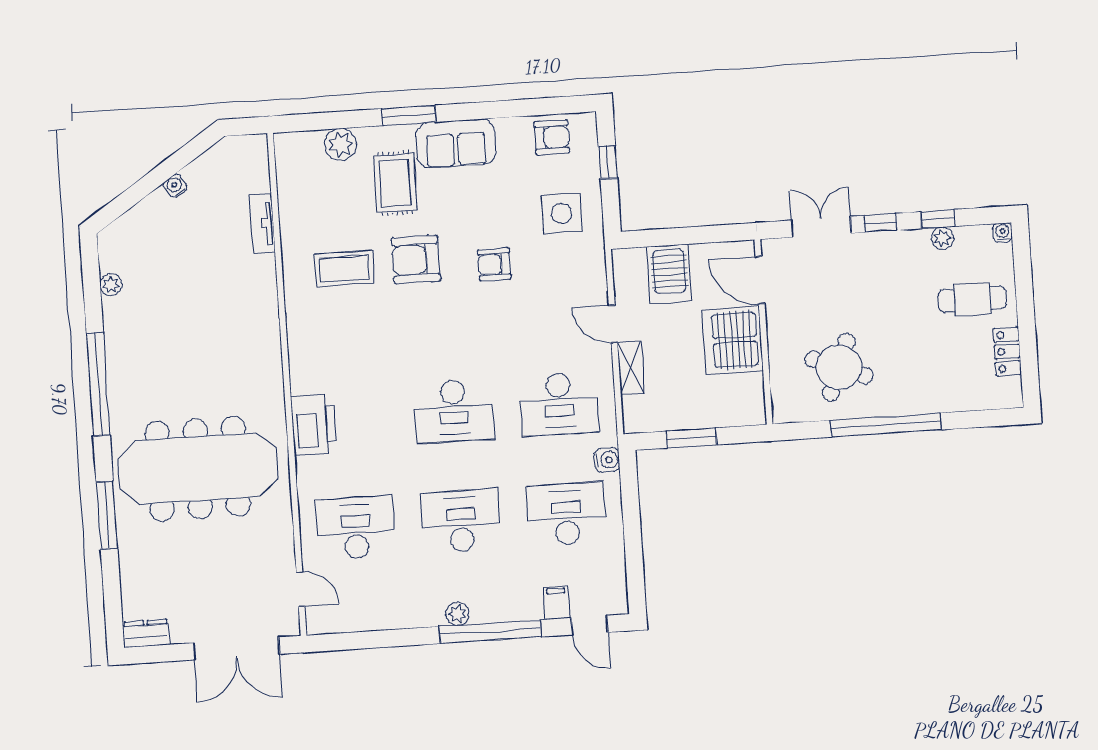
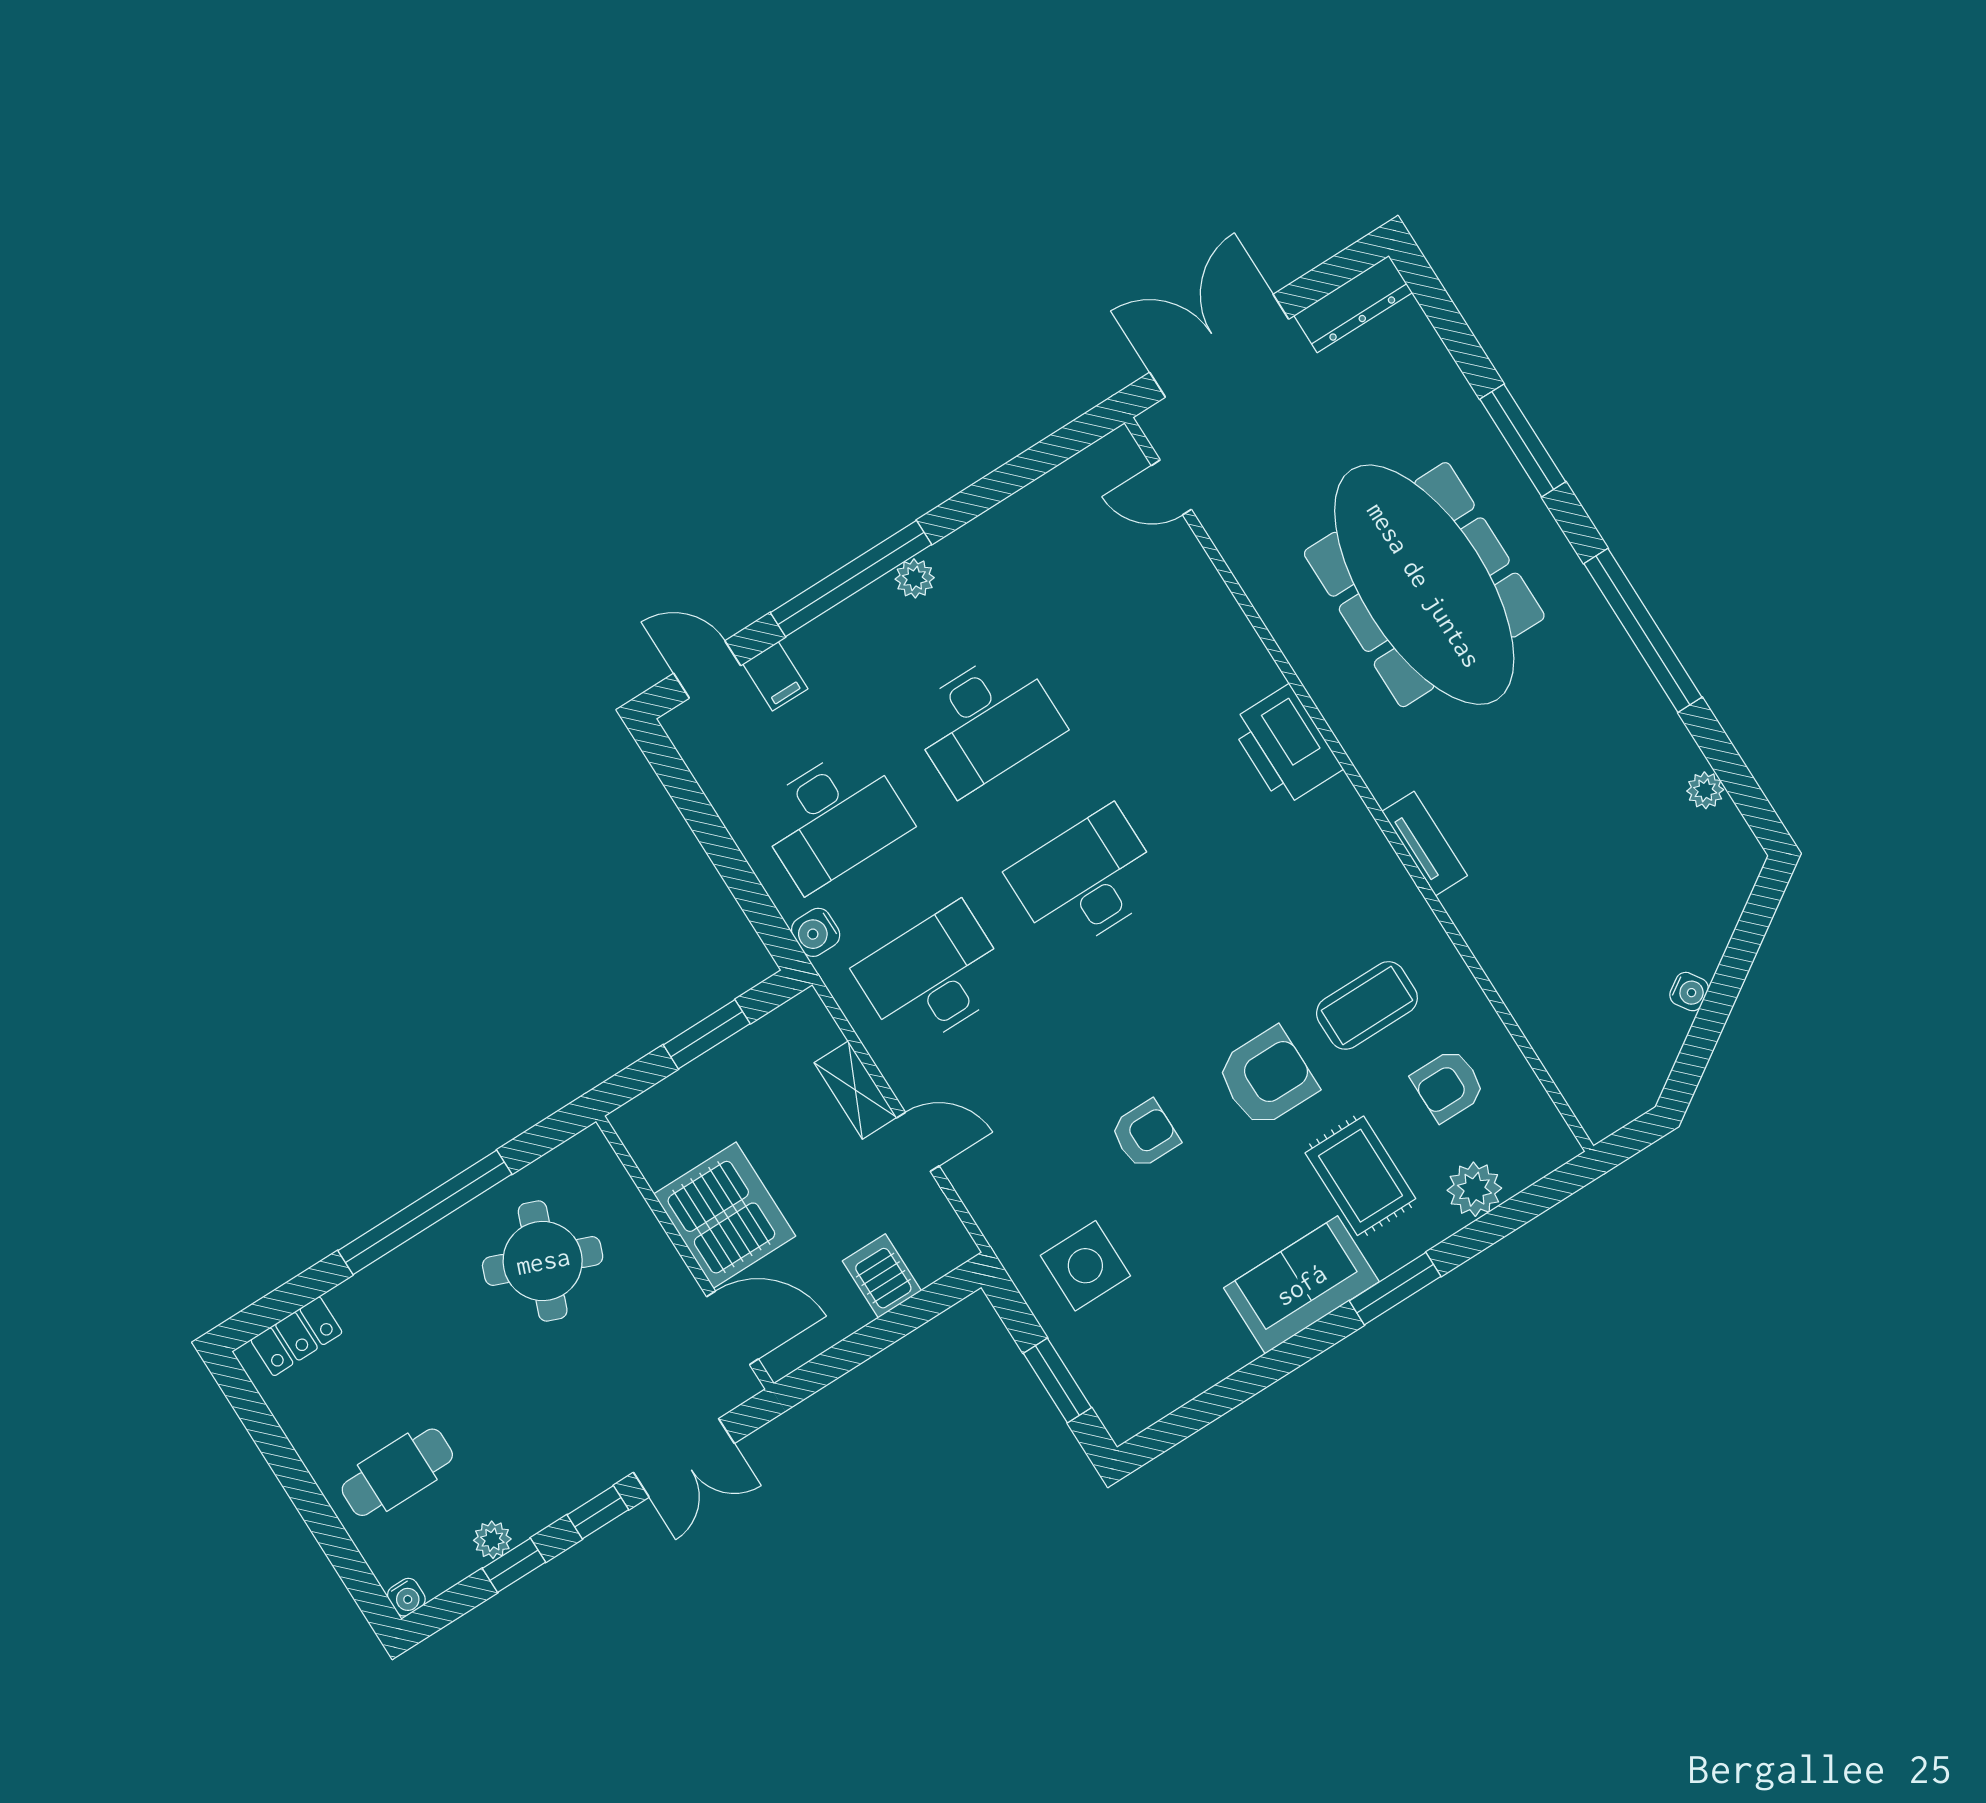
armchair: (552, 137) -> (1448, 1085), moved
window: (608, 162) -> (1057, 1380), width x1.50
tv unit: (262, 224) -> (1425, 844), moved
server rack: (669, 274) -> (882, 1276), width x0.73, depth x0.70
locker: (1007, 352) -> (296, 1336), moved, turned 90
meeting table: (198, 469) -> (1424, 585), turned 90
desk: (356, 528) -> (1138, 625), removed
dresser: (146, 633) -> (1353, 304), width x1.44

